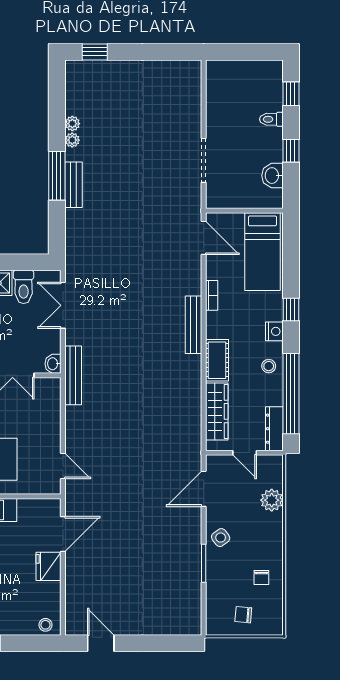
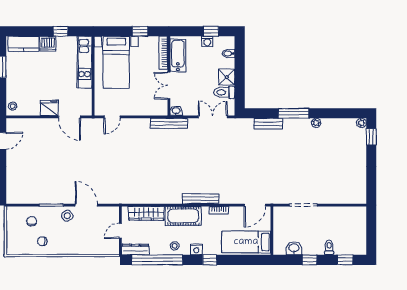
plant: (72, 124) -> (361, 123), moved
bench: (73, 185) -> (268, 124), moved
cot: (217, 360) -> (183, 216), width x1.37, depth x1.34
door: (204, 489) -> (86, 205), moved
plant: (272, 500) -> (91, 248), removed
chair: (243, 615) -> (32, 221), moved

